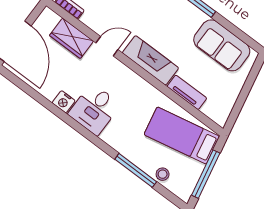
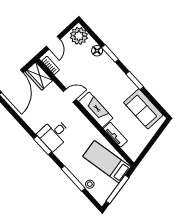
wardrobe: (71, 38) -> (39, 76), moved
nightstand: (64, 102) -> (35, 126), removed
window: (80, 129) -> (43, 145), added

